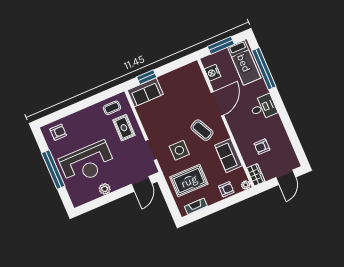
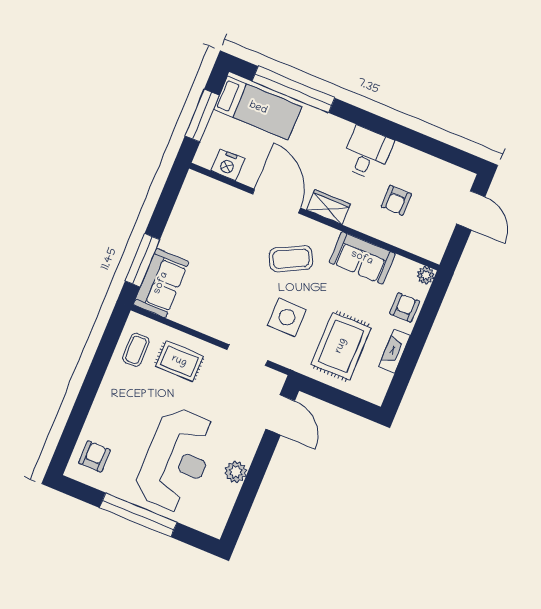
window: (147, 77) -> (142, 260), width x1.44
desk: (263, 107) -> (367, 153), moved
wardrobe: (256, 175) -> (328, 207), moved
fireplace: (196, 206) -> (394, 351), moved

